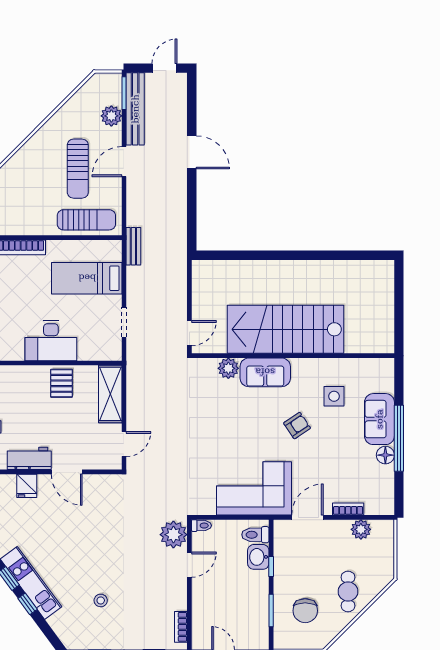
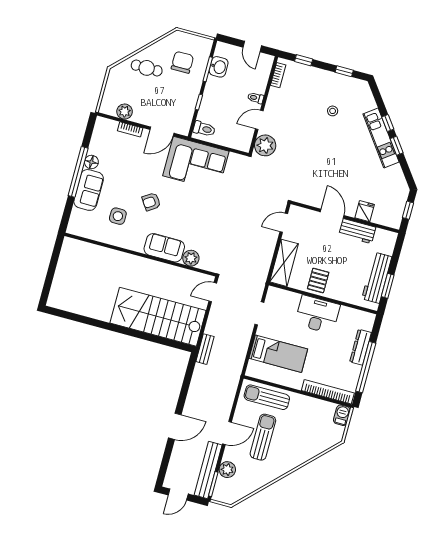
door: (192, 152) -> (175, 426), swing flipped
bench: (133, 246) -> (205, 349), moved
stairs: (286, 329) -> (158, 317), moved, turned 180
toilet: (201, 526) -> (256, 98), moved
washbasin: (258, 557) -> (219, 67), moved
cafe table: (348, 591) -> (147, 68), turned 90

